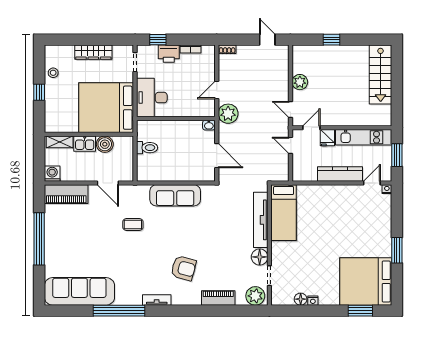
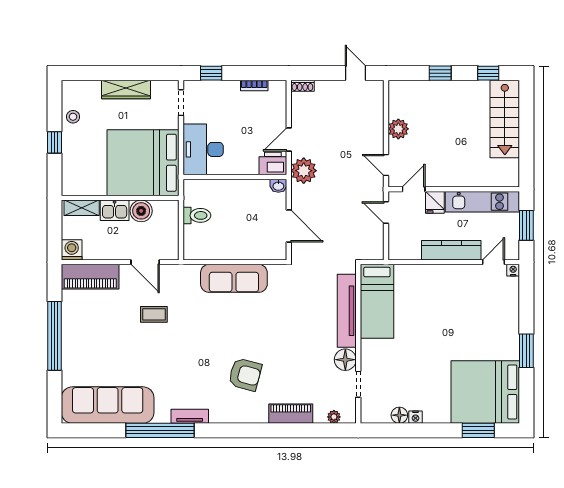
window: (368, 40) -> (488, 73), added
printer: (169, 54) -> (273, 164), moved, turned 180
coffee table: (133, 224) -> (154, 314), moved
plant: (255, 296) -> (334, 417), width x0.53, depth x0.53
tv unit: (157, 300) -> (190, 416), moved

